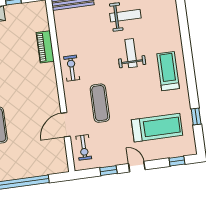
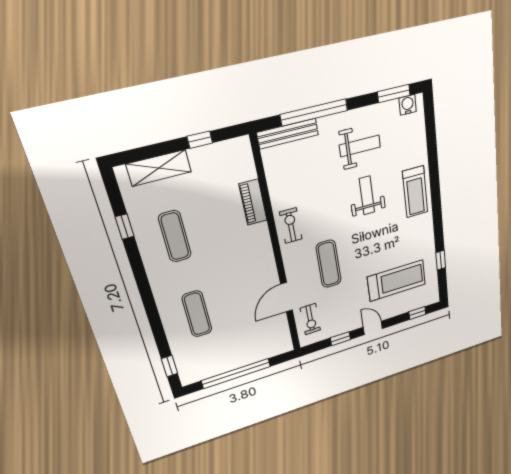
treadmill: (168, 71) -> (415, 192), moved, turned 180

